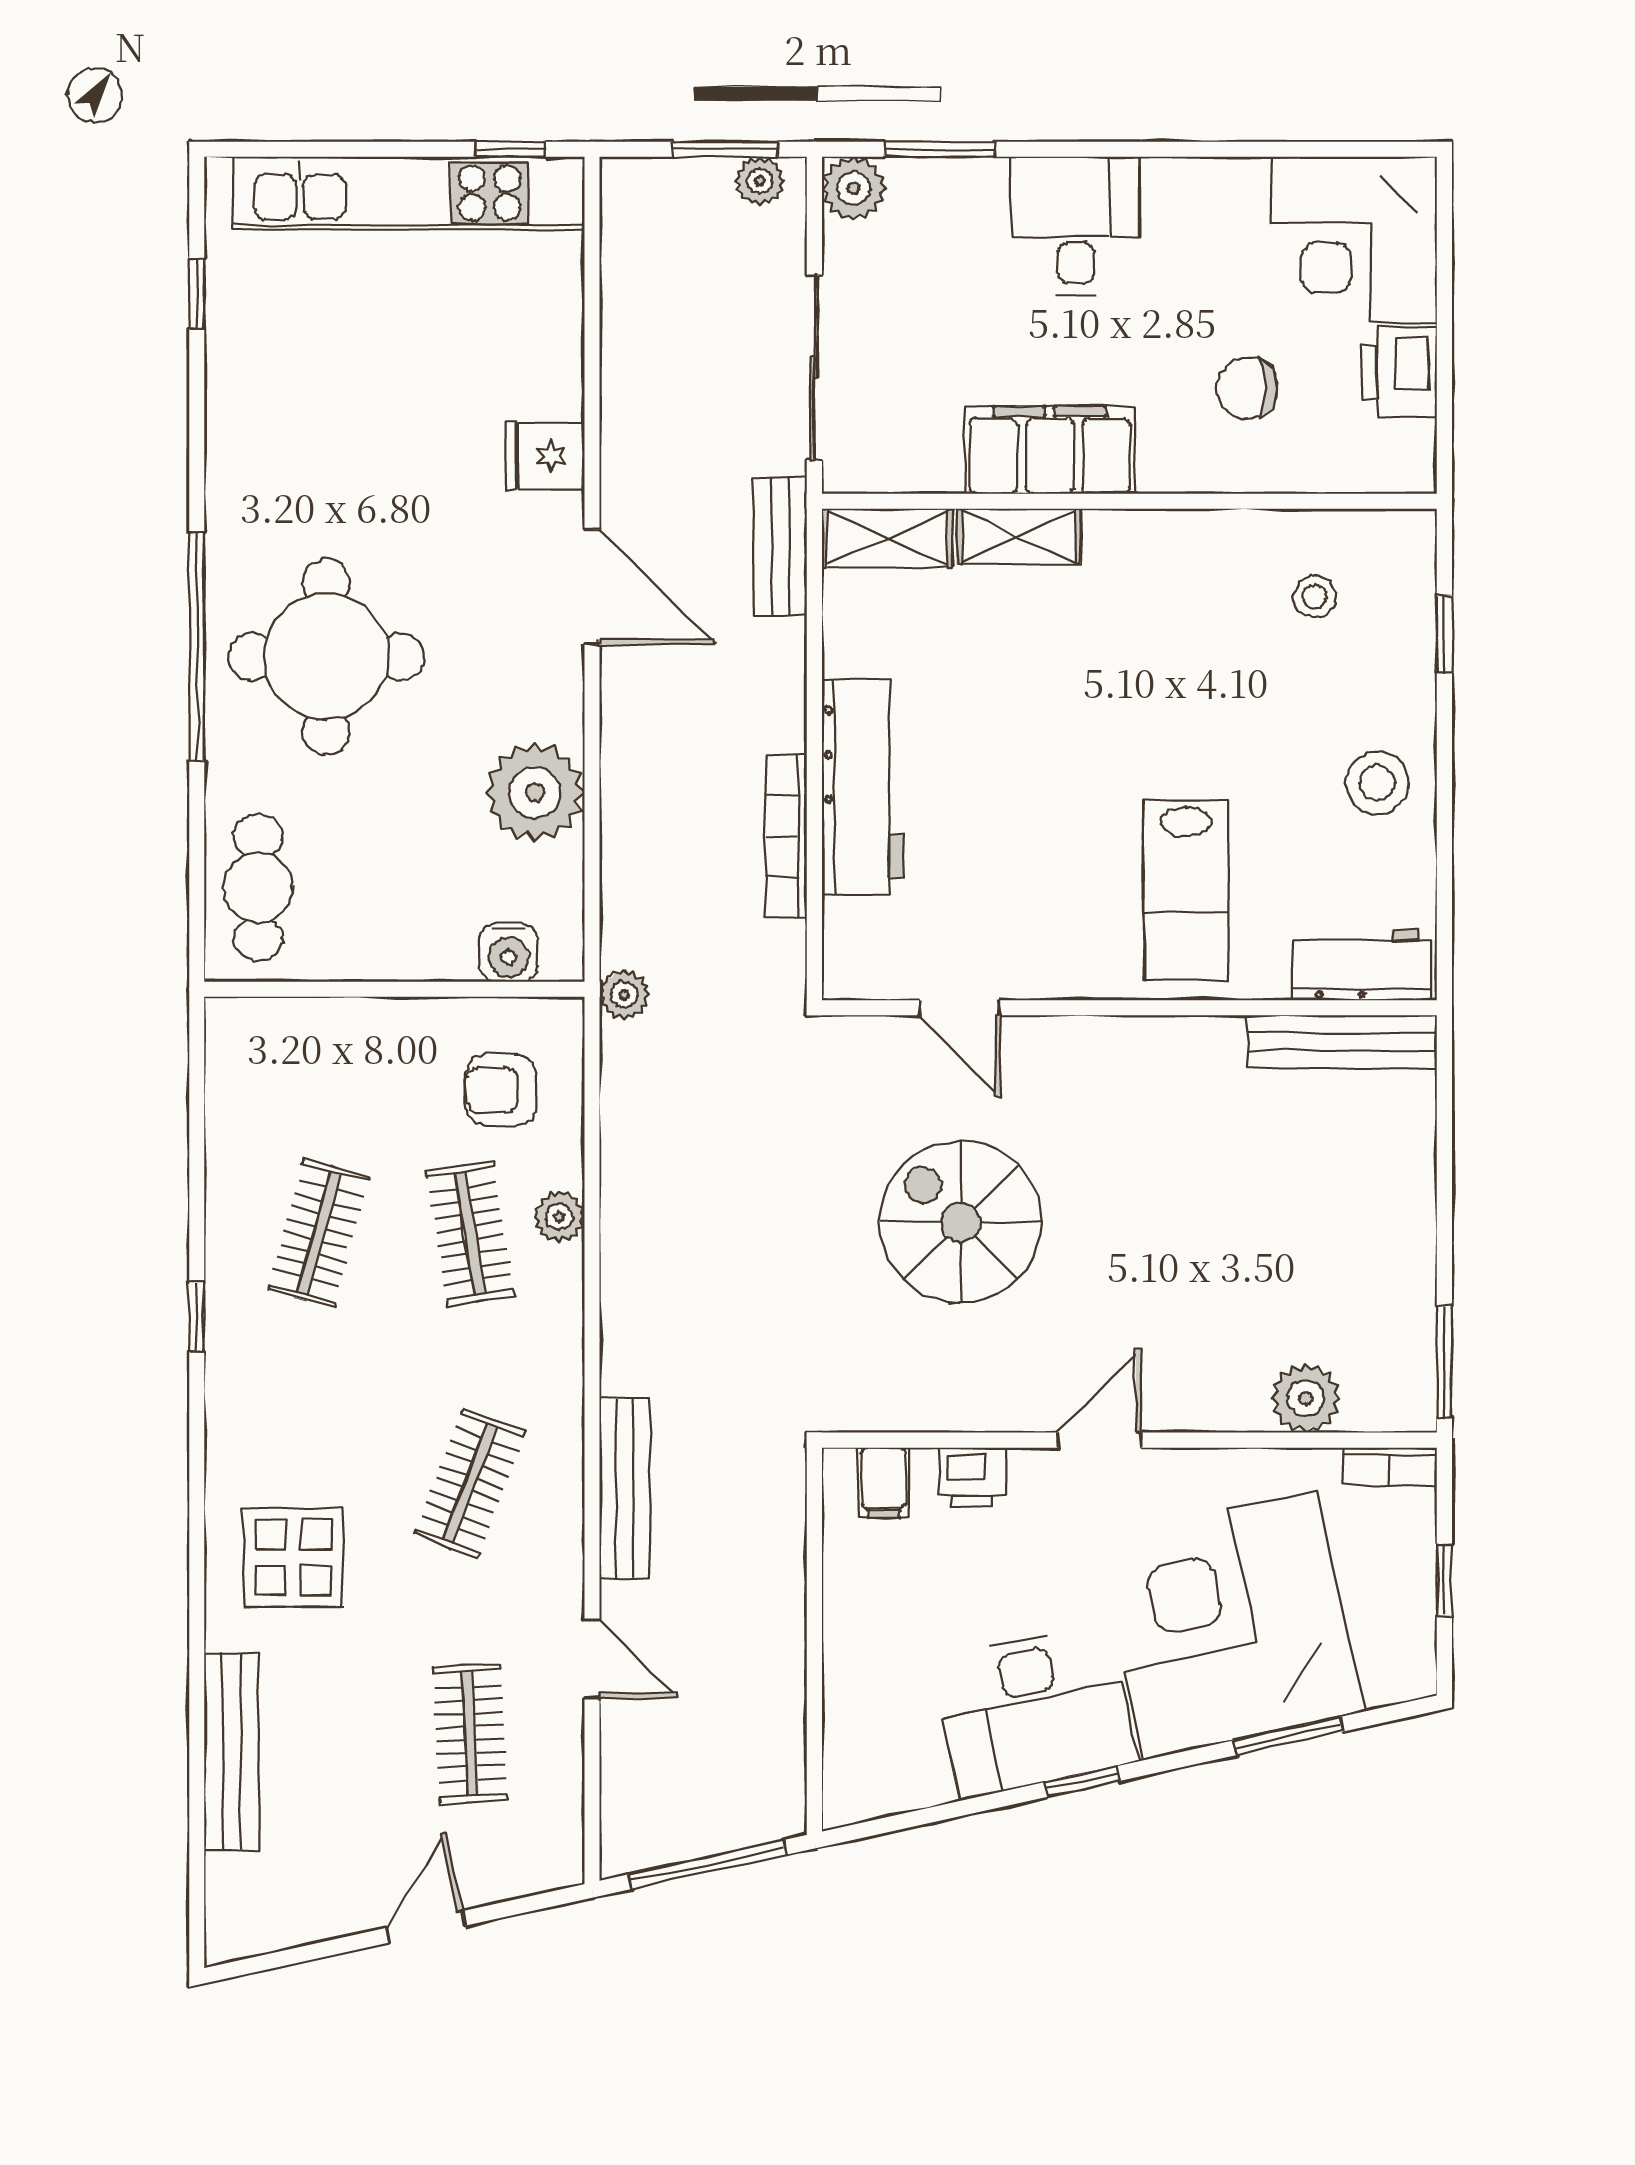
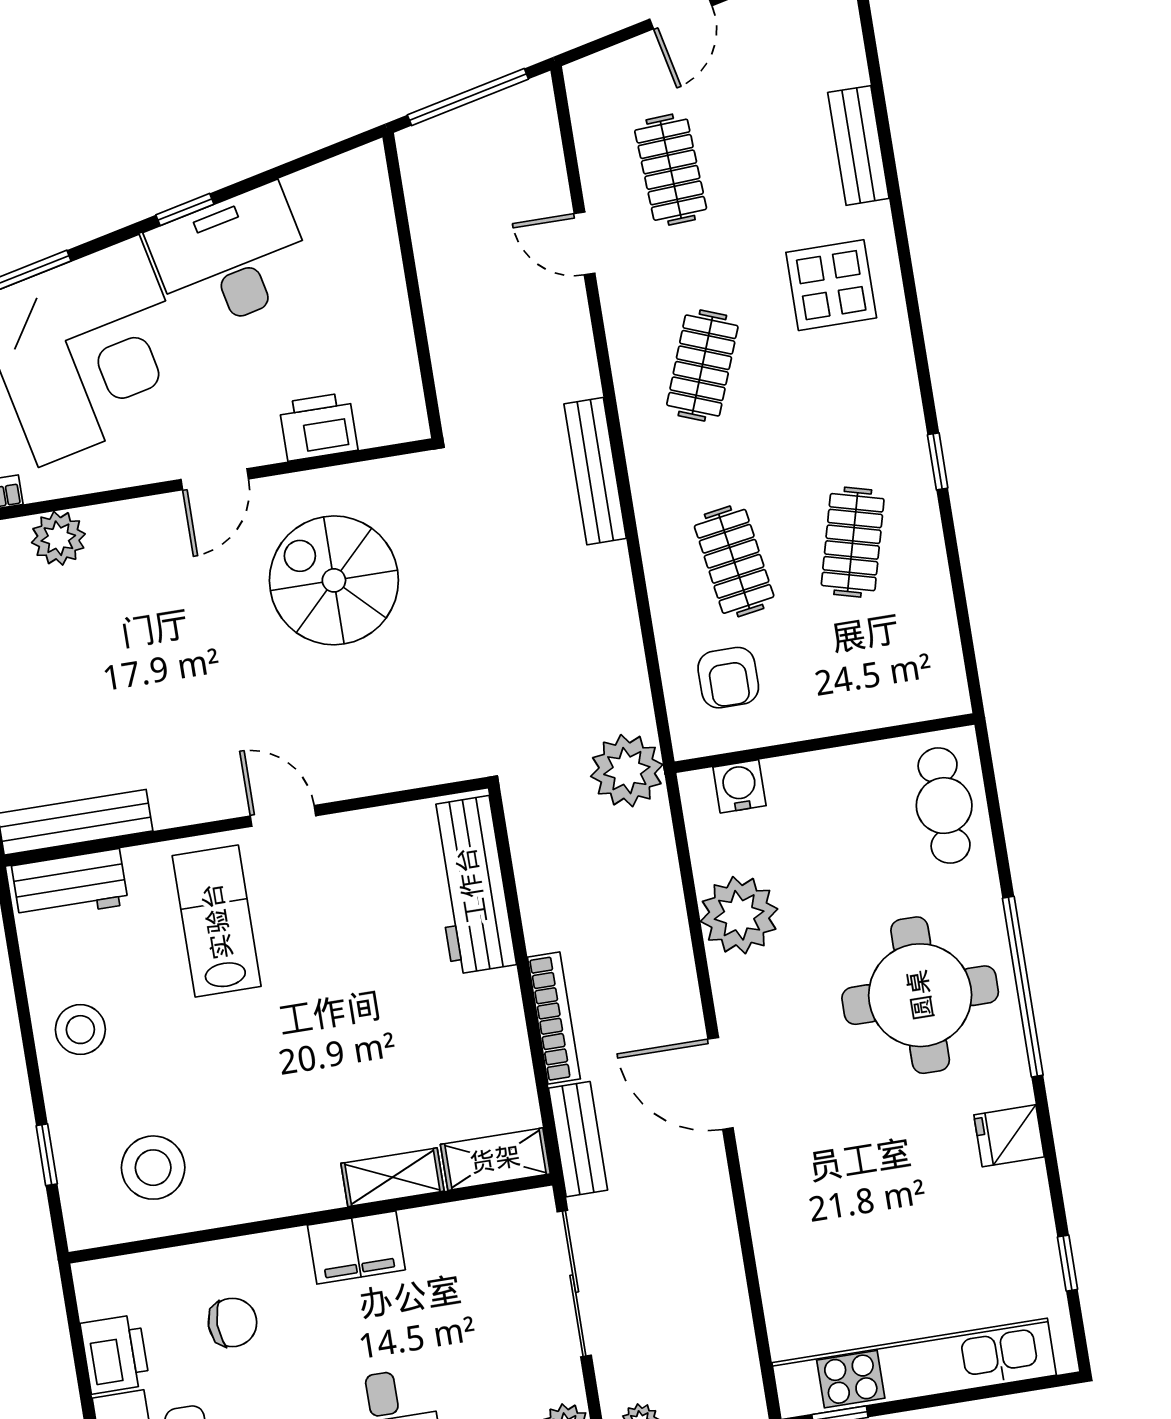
filing cabinet: (1050, 450) -> (356, 1248), width x0.67, depth x0.86
fridge: (545, 456) -> (1009, 1136), moved, turned 180
stool: (1315, 597) -> (153, 1168), width x1.89, depth x1.89
workbench: (862, 787) -> (471, 885), moved
bookcase: (786, 836) -> (554, 1018), moved
plant: (624, 995) -> (627, 771), width x1.87, depth x1.87
door: (960, 1008) -> (283, 816), moved
armchair: (501, 1090) -> (728, 678), turned 90
plant: (559, 1217) -> (666, 586), removed
spiral stairs: (961, 1222) -> (334, 580), moved, turned 180
printer: (972, 1477) -> (318, 427), width x1.36, depth x1.24
filing cabinet: (884, 1483) -> (378, 419), removed
bench: (625, 1488) -> (595, 471), moved
bench: (232, 1752) -> (858, 145), width x0.73

